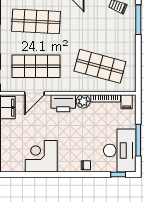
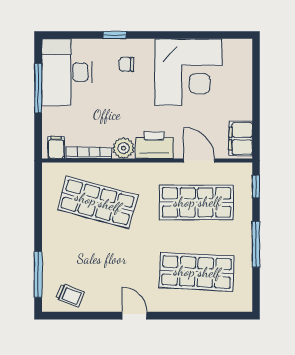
door: (34, 93) -> (199, 161), hinge flipped
corner desk: (41, 156) -> (188, 72), width x1.36, depth x1.36
chair: (86, 165) -> (127, 64), moved
window: (118, 174) -> (115, 35), moved

